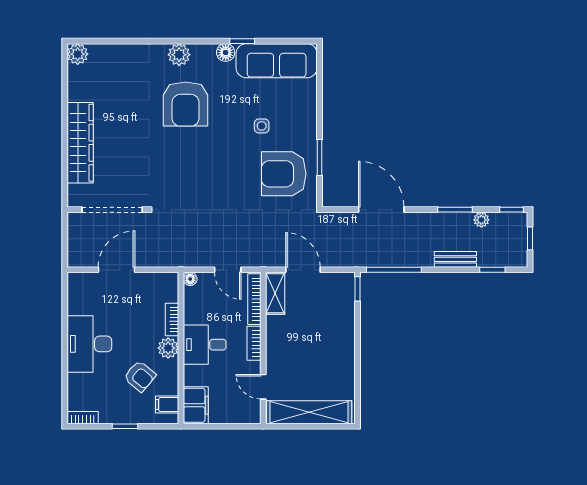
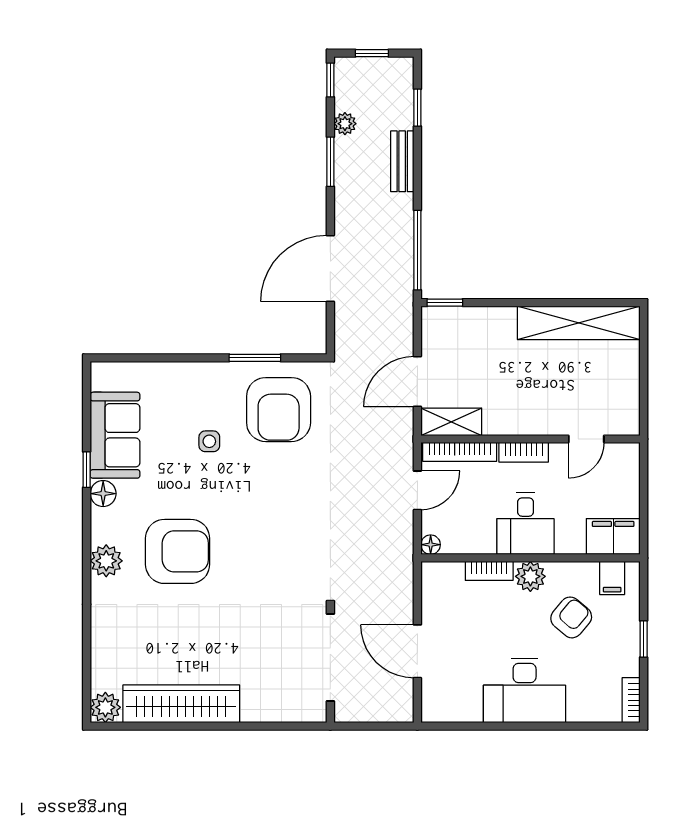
sofa: (277, 61) -> (115, 435), width x0.73
wardrobe: (80, 143) -> (181, 704), moved
shelving: (309, 412) -> (579, 323), moved, turned 90

